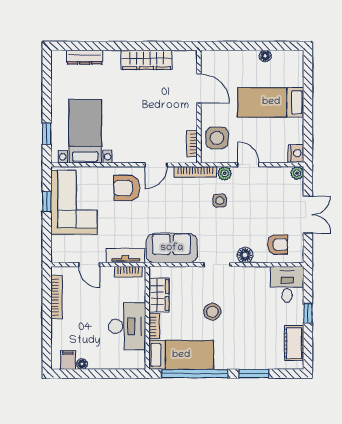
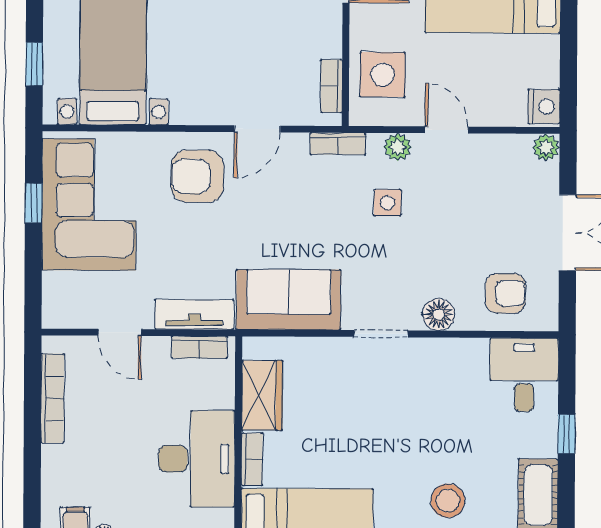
bookcase: (195, 172) -> (338, 144), width x0.64
stool: (212, 312) -> (448, 501), moved

